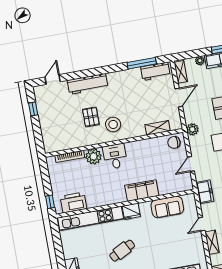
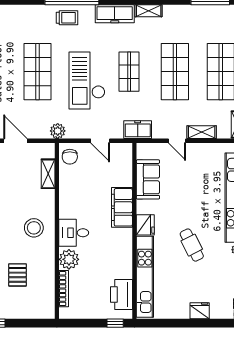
pallet: (91, 117) -> (17, 275), moved, turned 90

